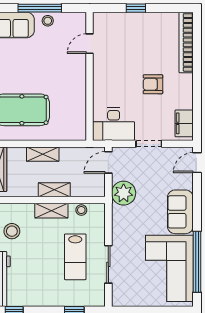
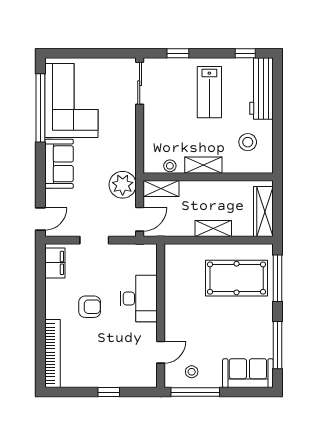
window: (40, 8) -> (195, 392), moved
stool: (48, 21) -> (192, 372), moved
desk: (114, 124) -> (139, 299), moved, turned 90
shelving: (54, 190) -> (161, 188), moved
lab bench: (75, 257) -> (209, 92), moved, turned 180
sliding door: (108, 264) -> (140, 83), moved

